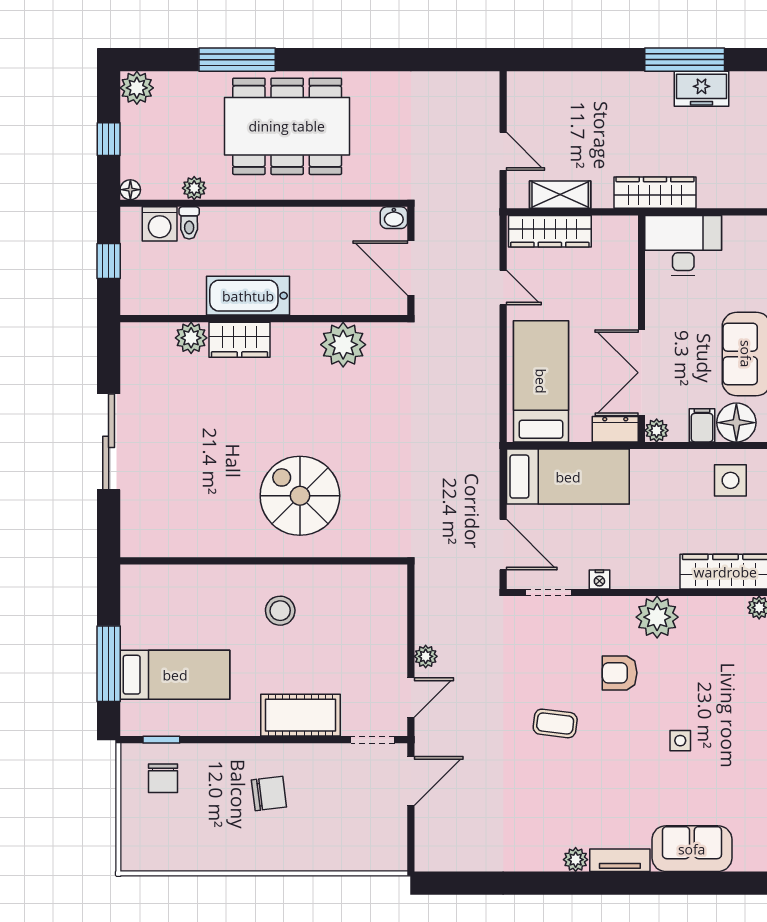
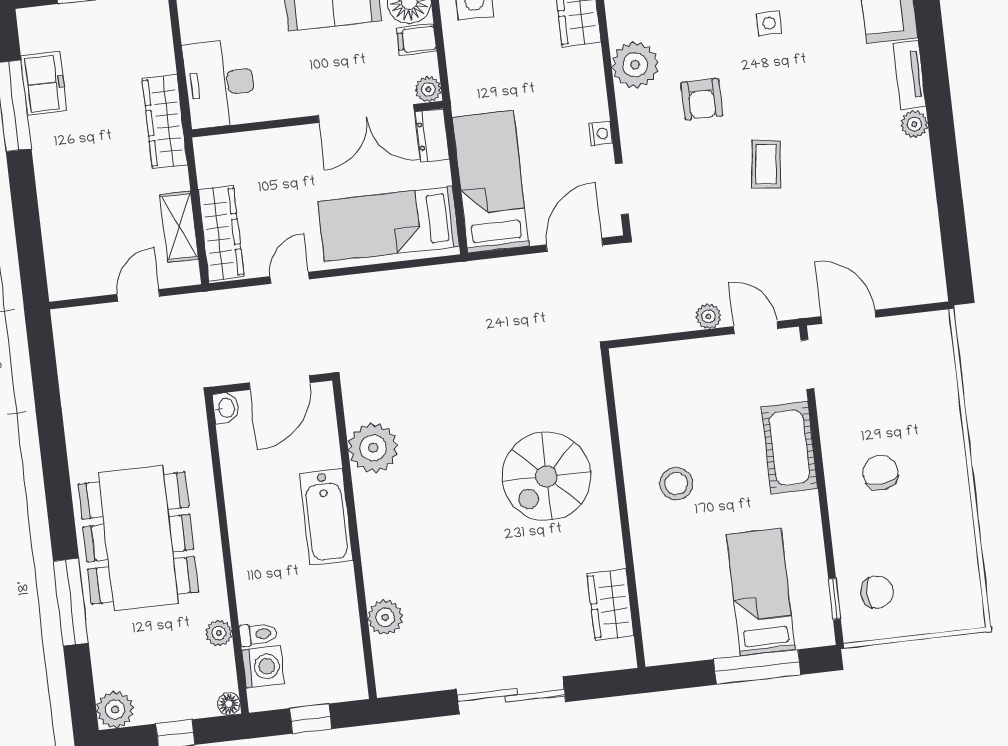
bathtub: (248, 296) -> (326, 517), moved
wardrobe: (240, 340) -> (611, 605), moved, turned 180

